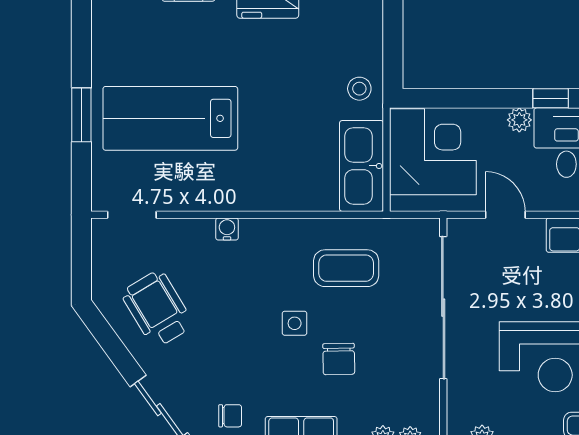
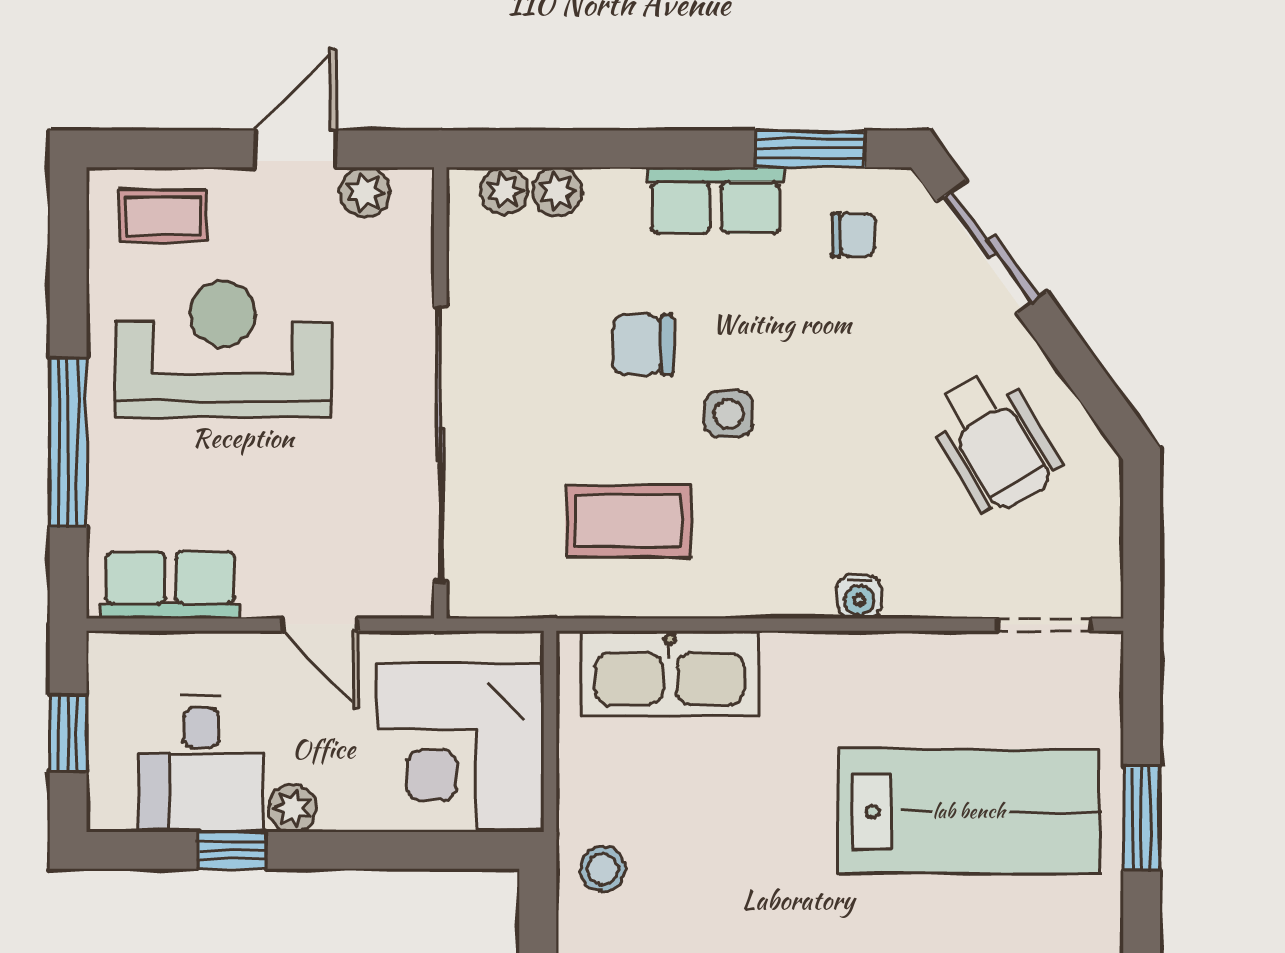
kitchen sink: (362, 166) -> (670, 673), moved, turned 90
chair: (339, 359) -> (643, 345), turned -89
chair: (230, 416) -> (853, 235), turned 180

